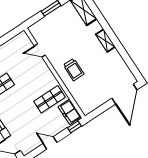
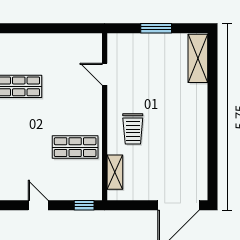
shelving: (105, 41) -> (115, 172), moved
freezer: (70, 112) -> (91, 181), removed

